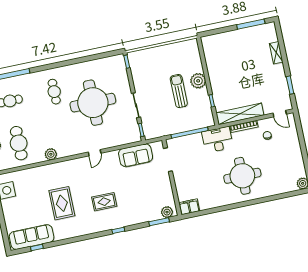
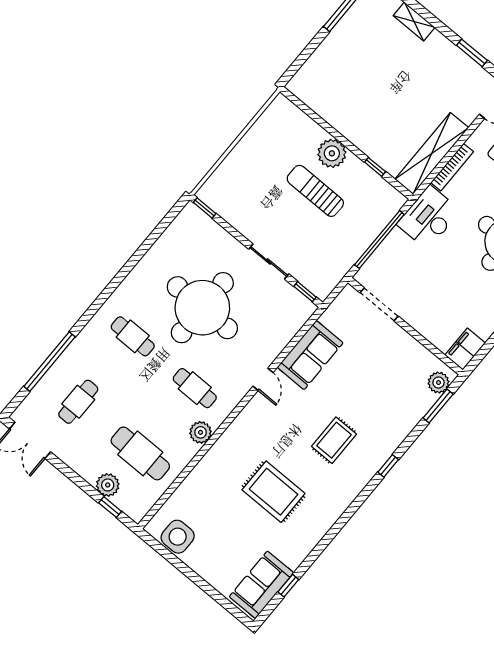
cafe table: (63, 134) -> (195, 388), added
sofa: (136, 155) -> (310, 355), moved
sofa: (32, 237) -> (261, 585), width x0.73

